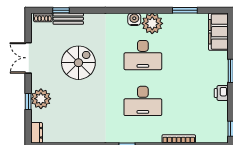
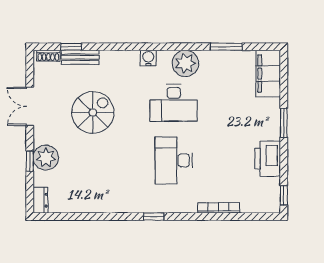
water cooler: (134, 19) -> (148, 58), moved
printer: (221, 93) -> (268, 159), width x1.87, depth x1.48
desk: (143, 101) -> (174, 160), turned 90

